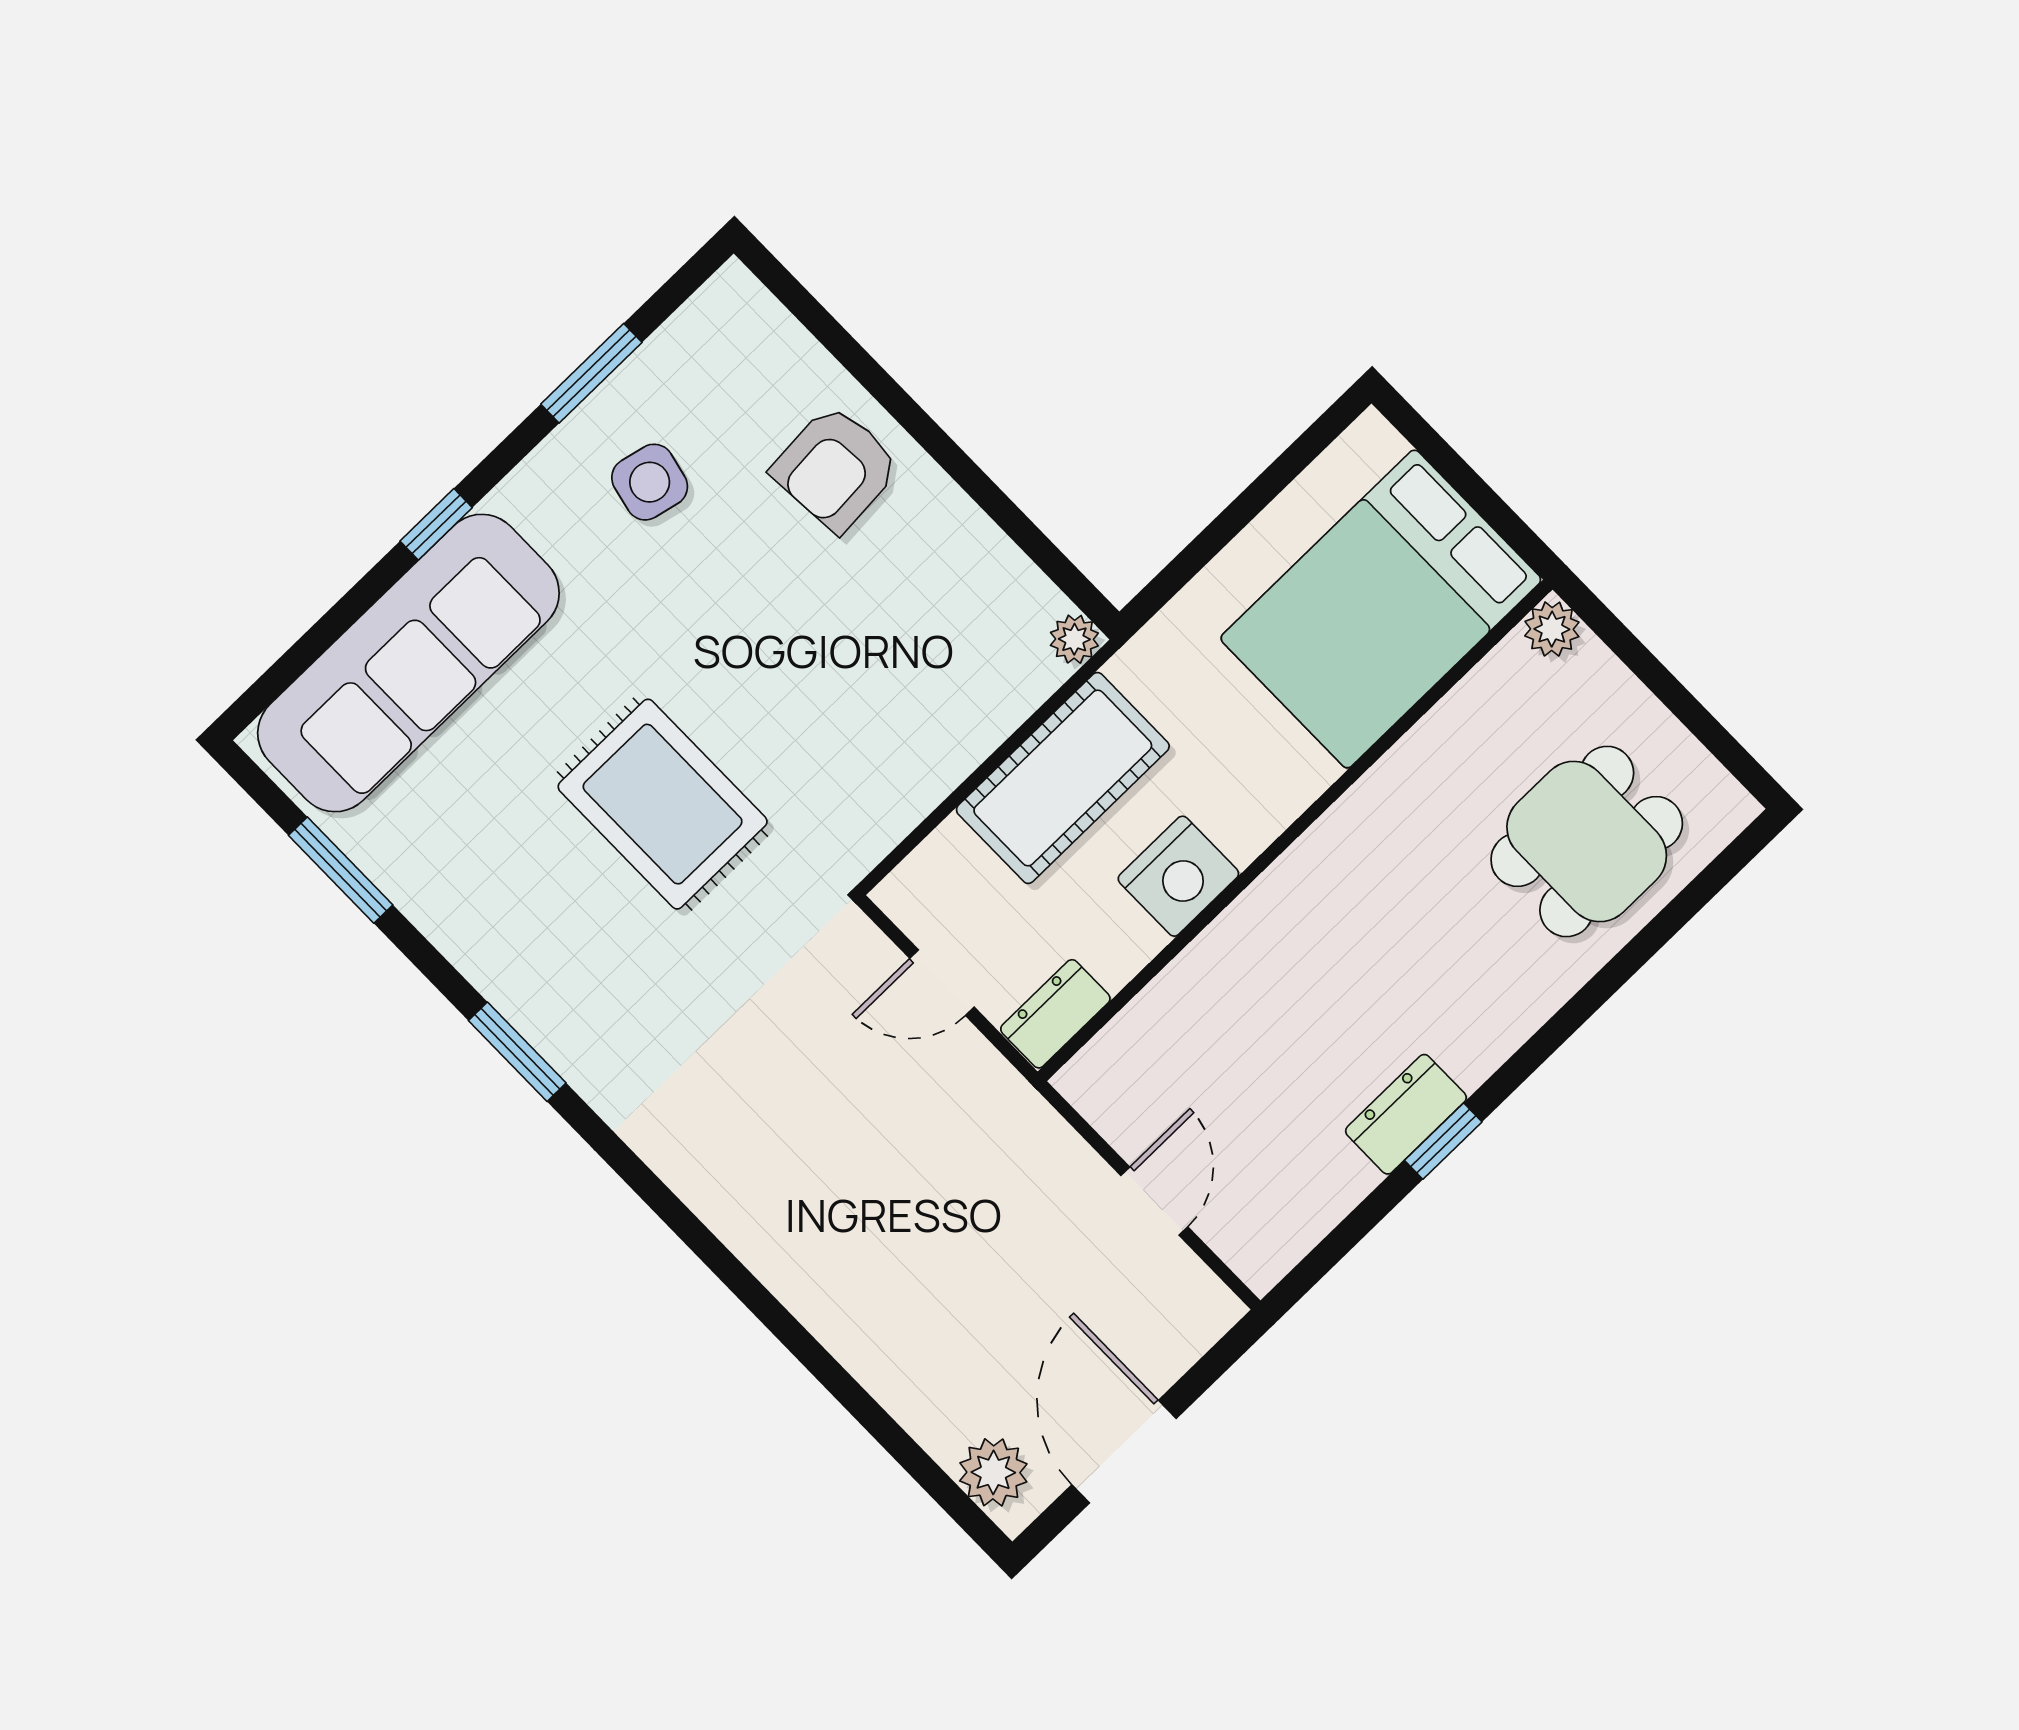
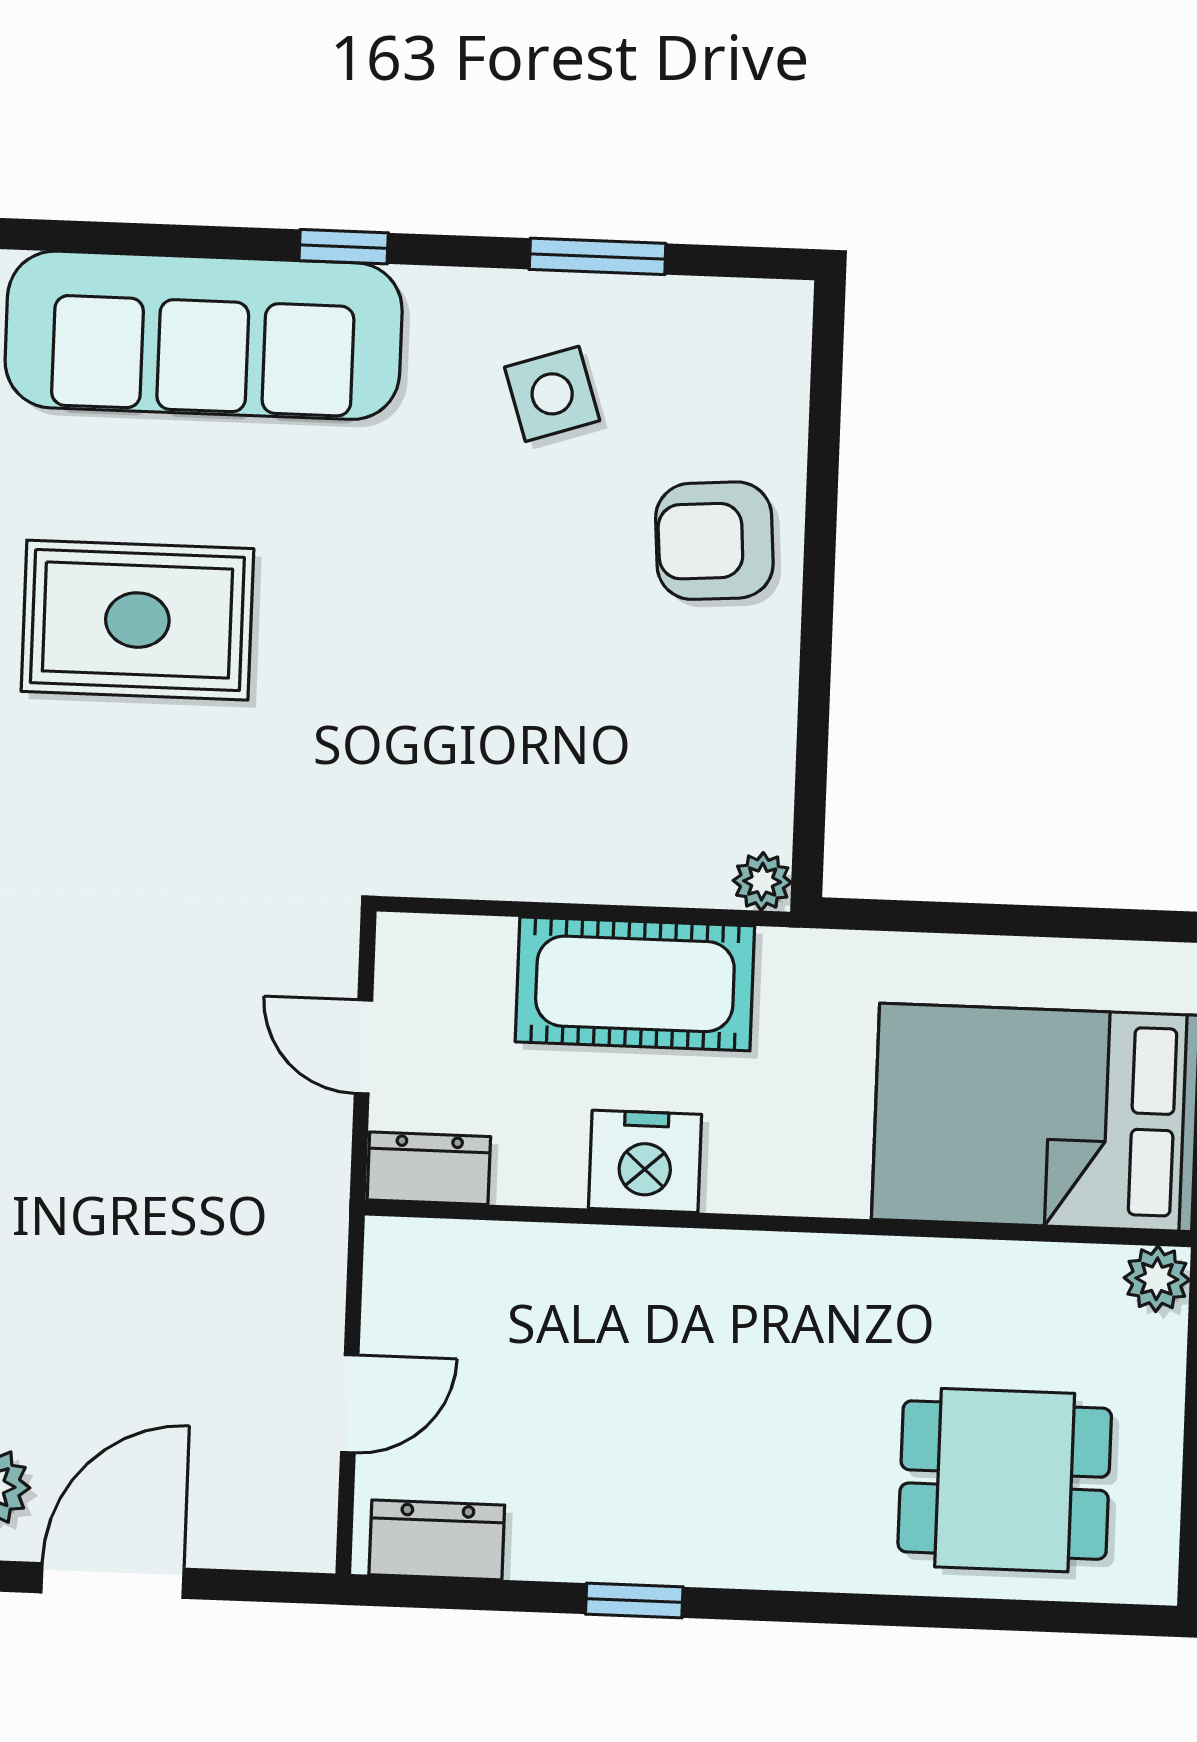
side table: (650, 482) -> (552, 394), turned -31
rug: (663, 804) -> (137, 620), moved, turned 90
dresser: (1406, 1114) -> (437, 1540), moved

